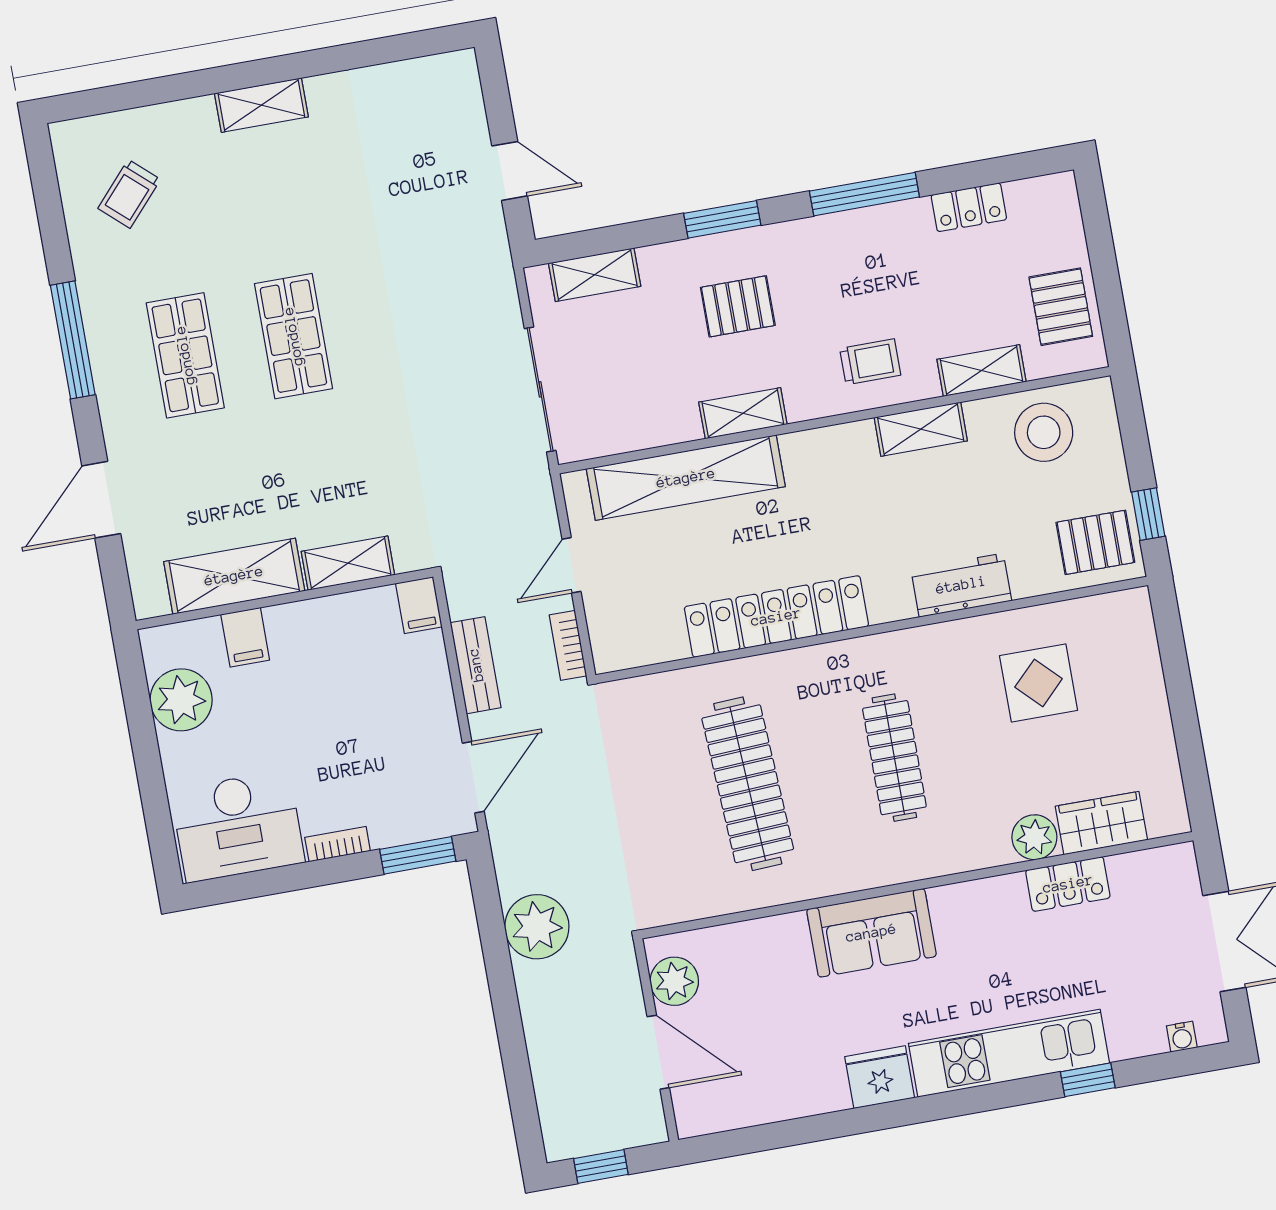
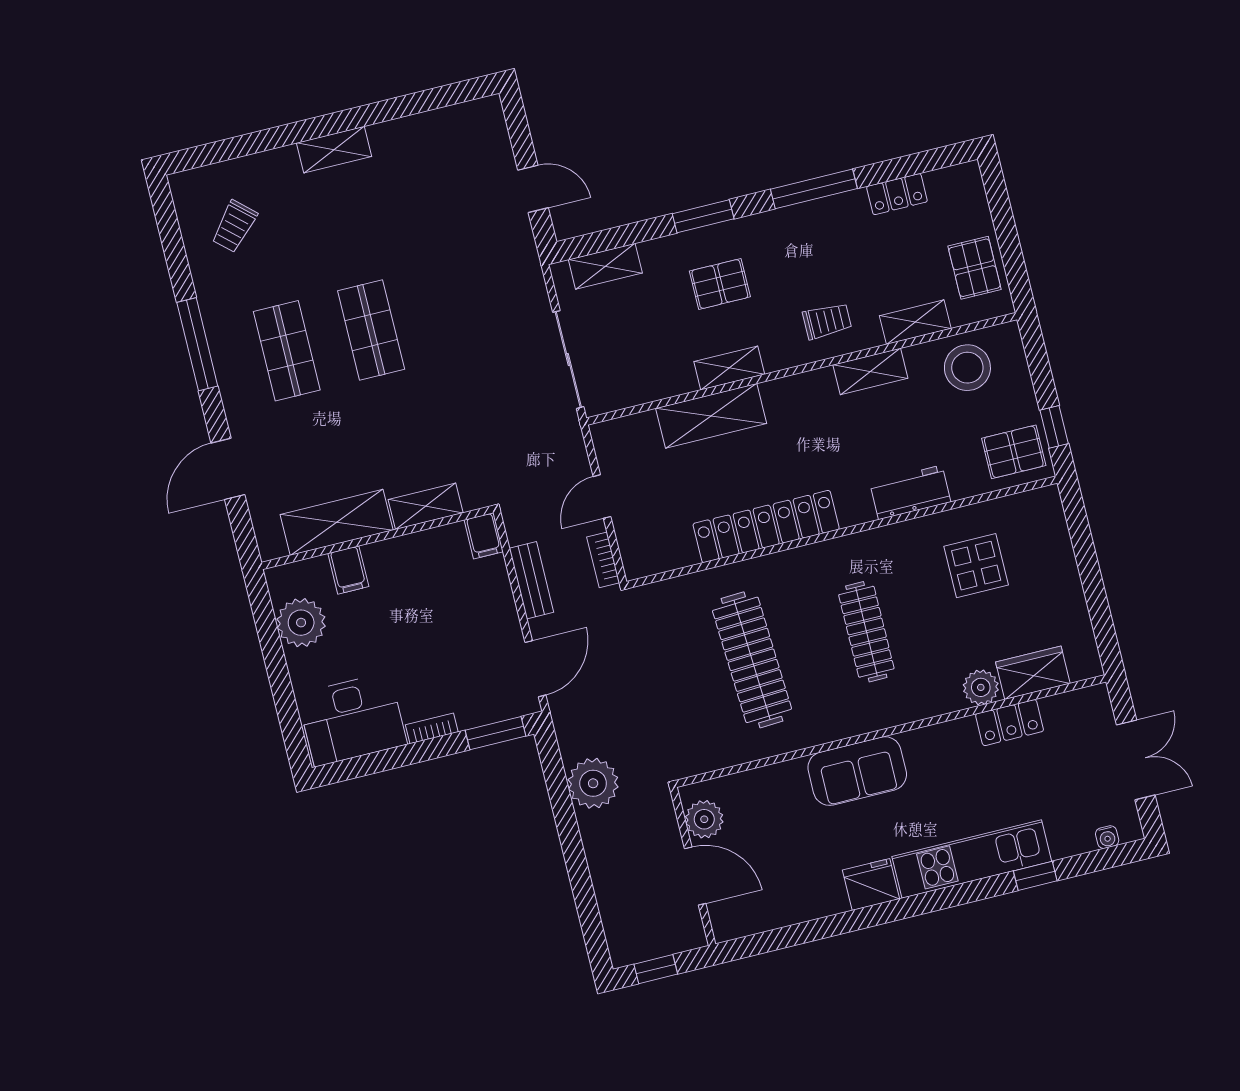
shelving: (686, 478) -> (711, 416), width x0.68

